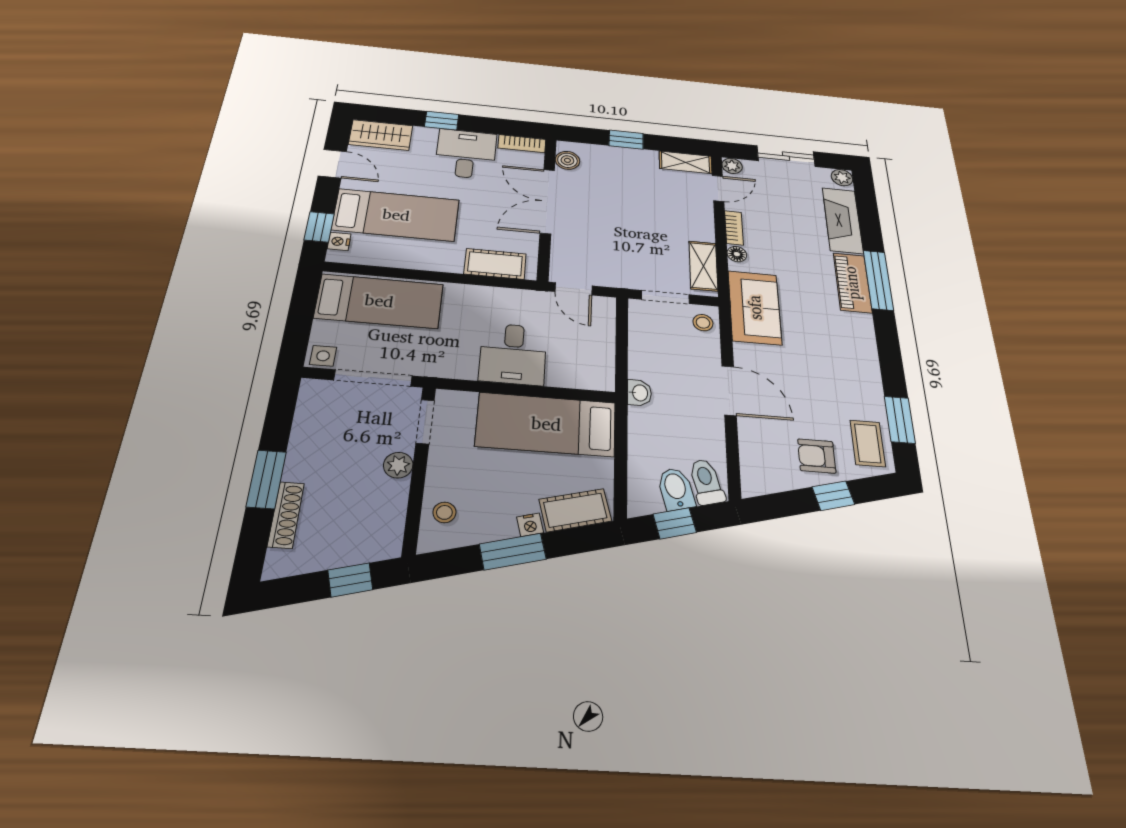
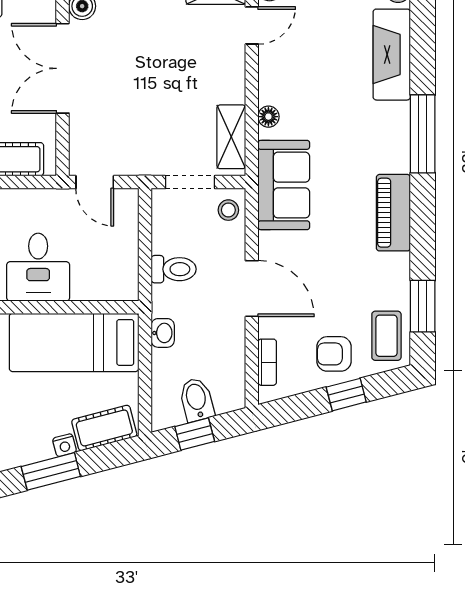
bookcase: (734, 228) -> (267, 362), moved
piano: (852, 283) -> (393, 213), moved
washbasin: (639, 393) -> (163, 333), moved
toilet: (706, 482) -> (174, 269), moved, turned 105

